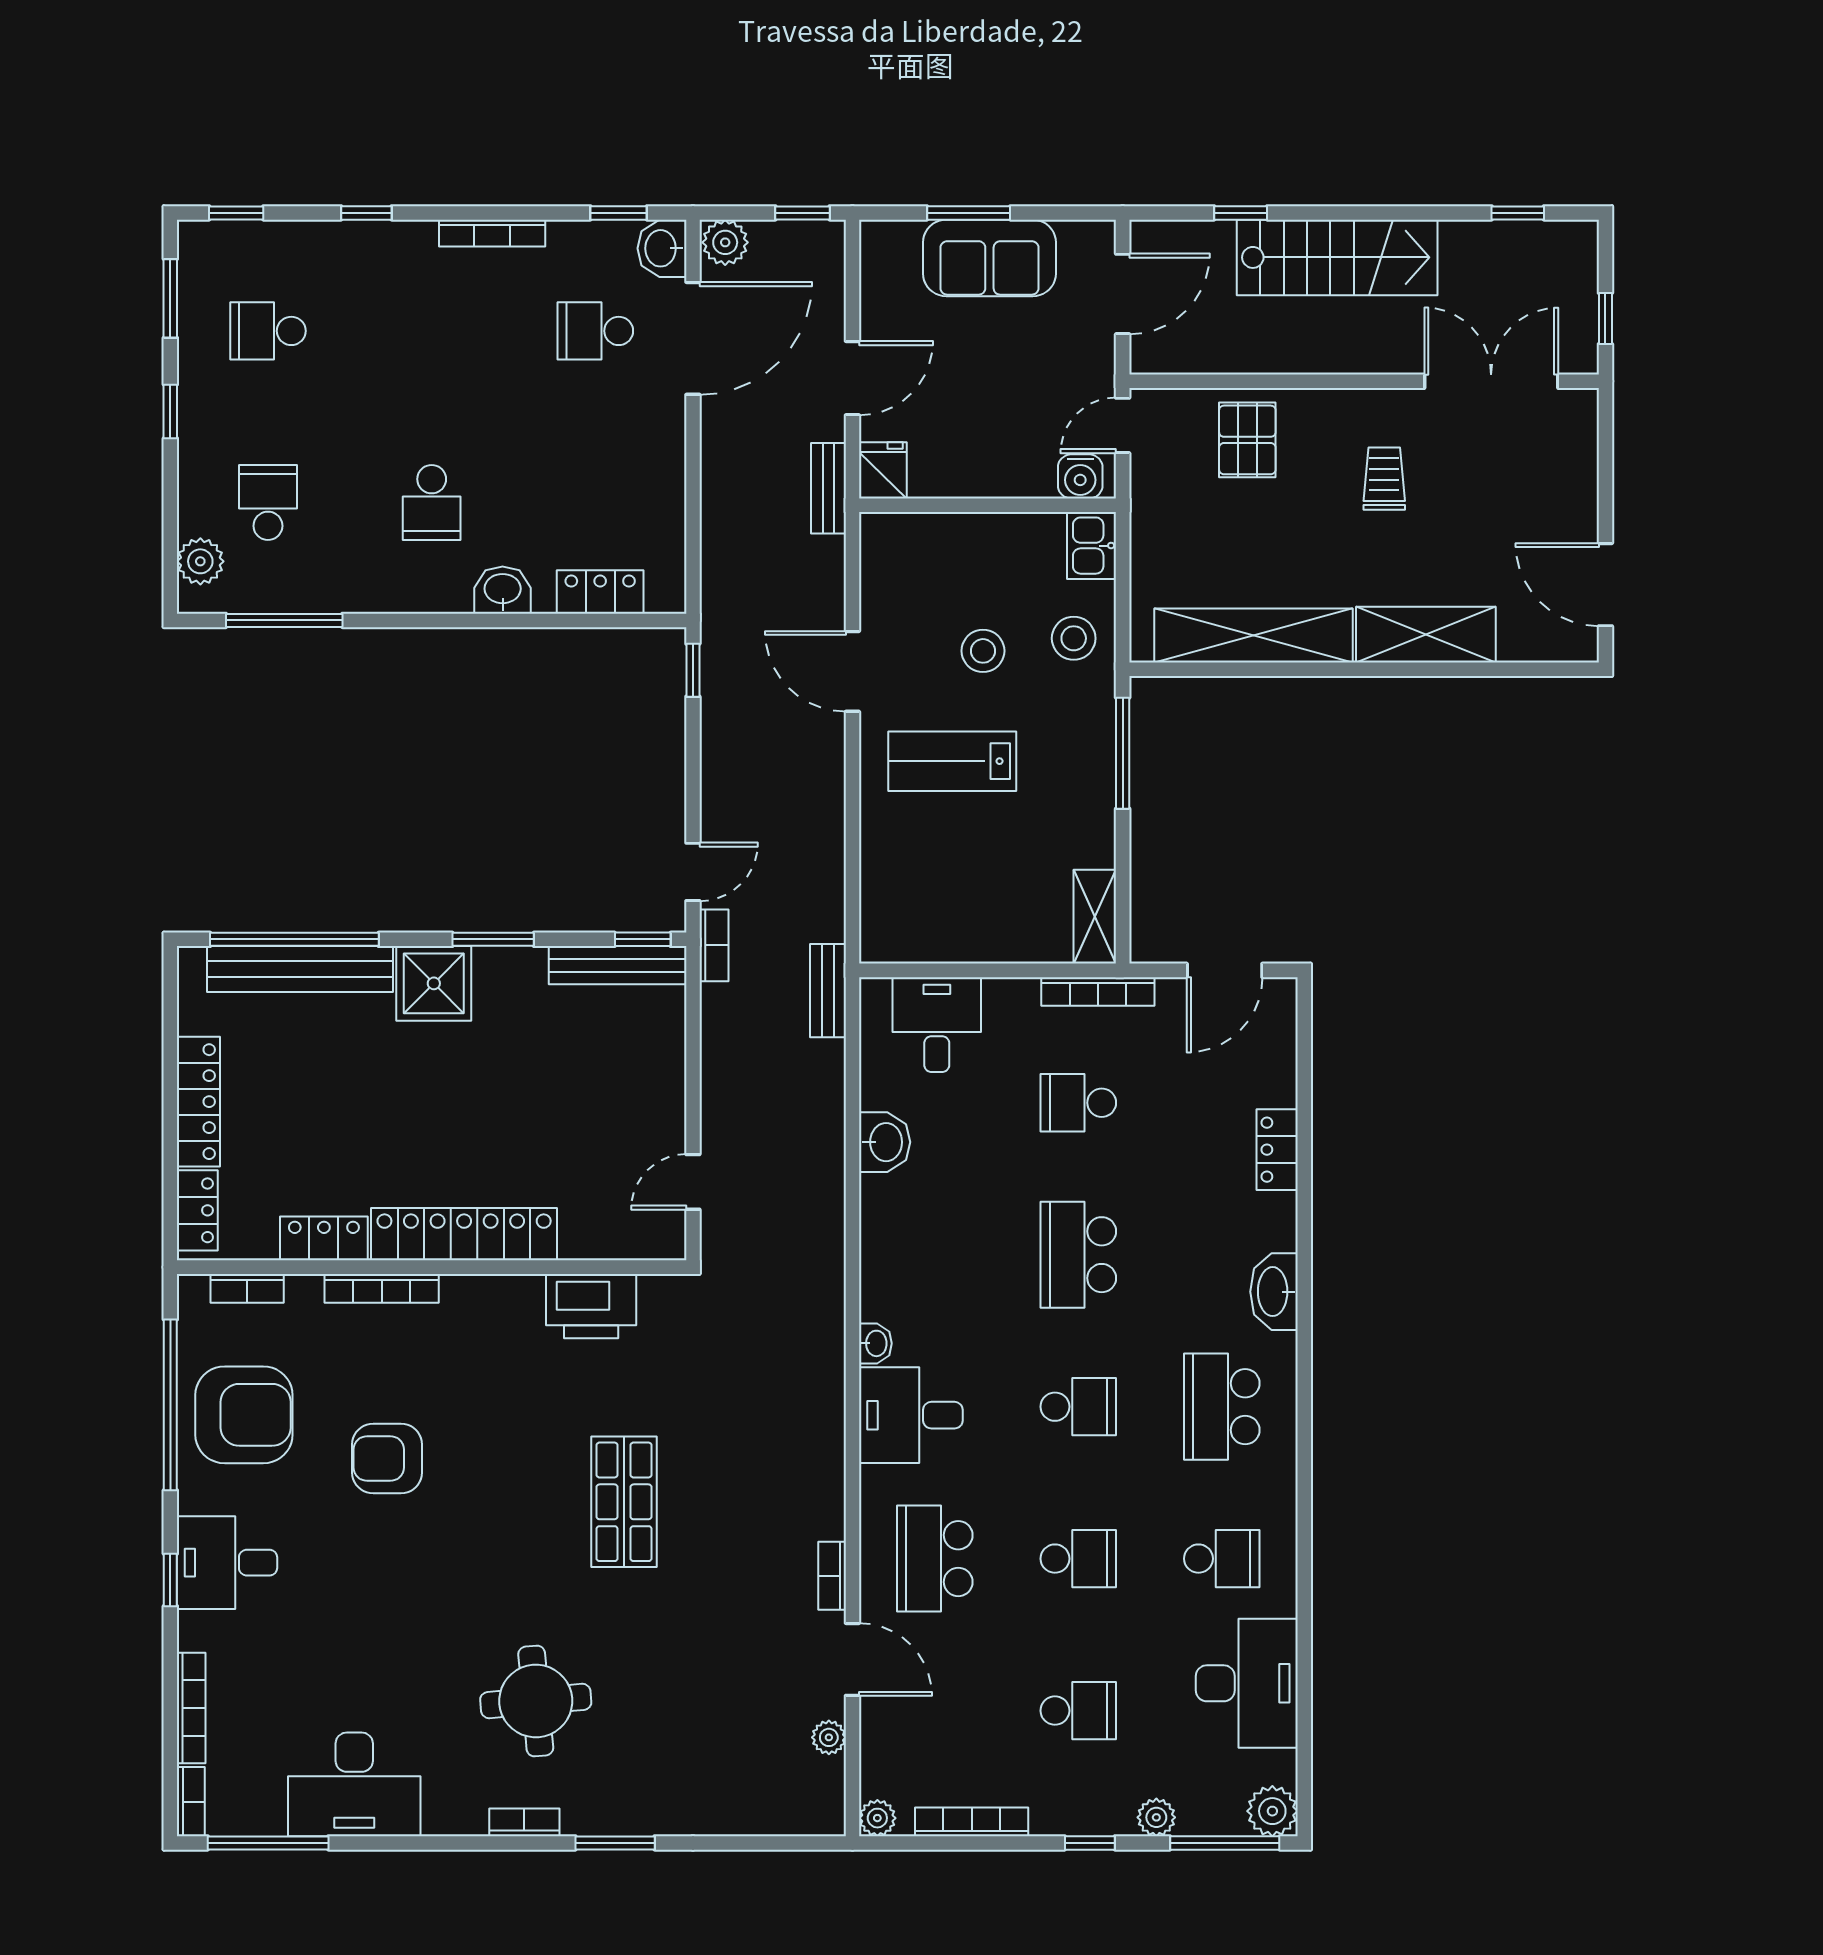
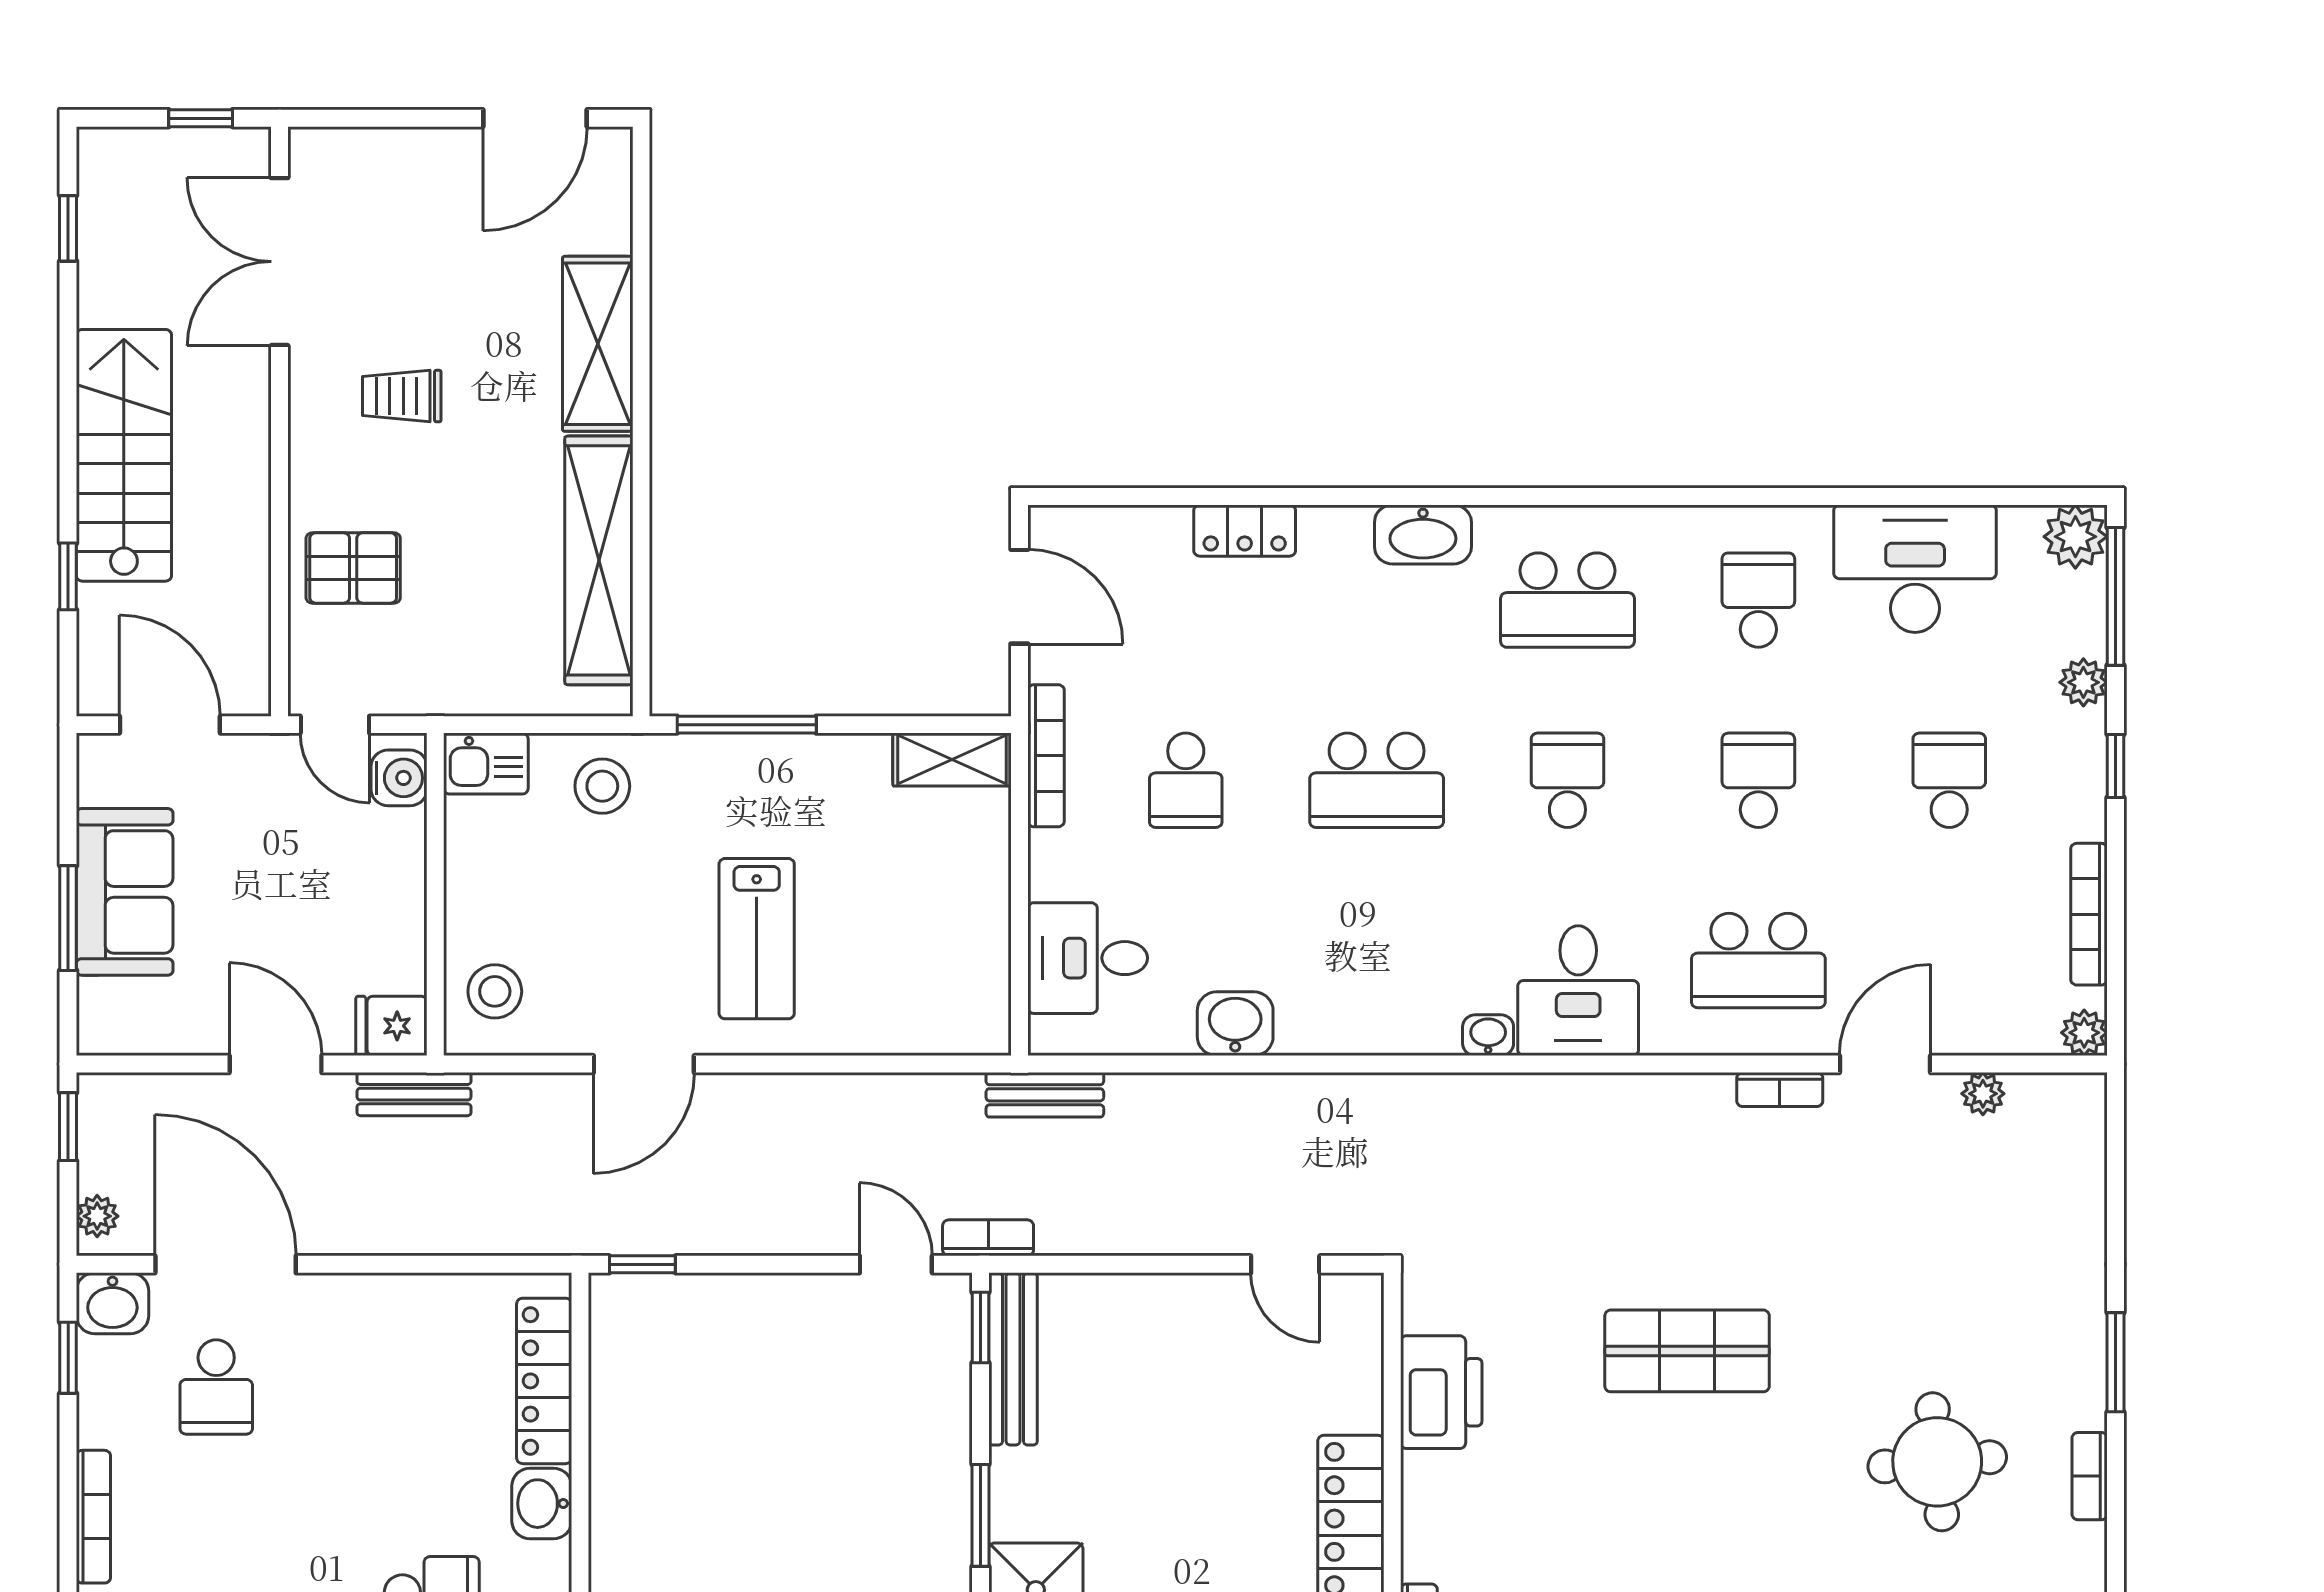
plant: (725, 242) -> (97, 1216), width x0.73, depth x0.73
locker: (600, 592) -> (544, 1381), width x1.53
stool: (983, 651) -> (495, 991), moved

